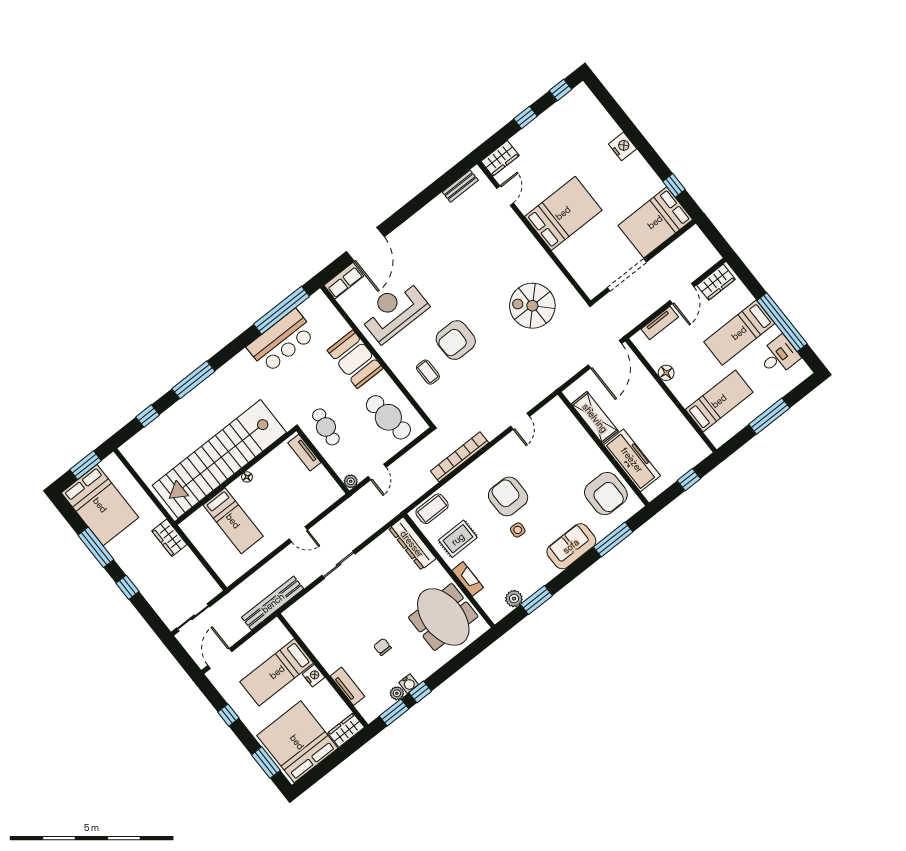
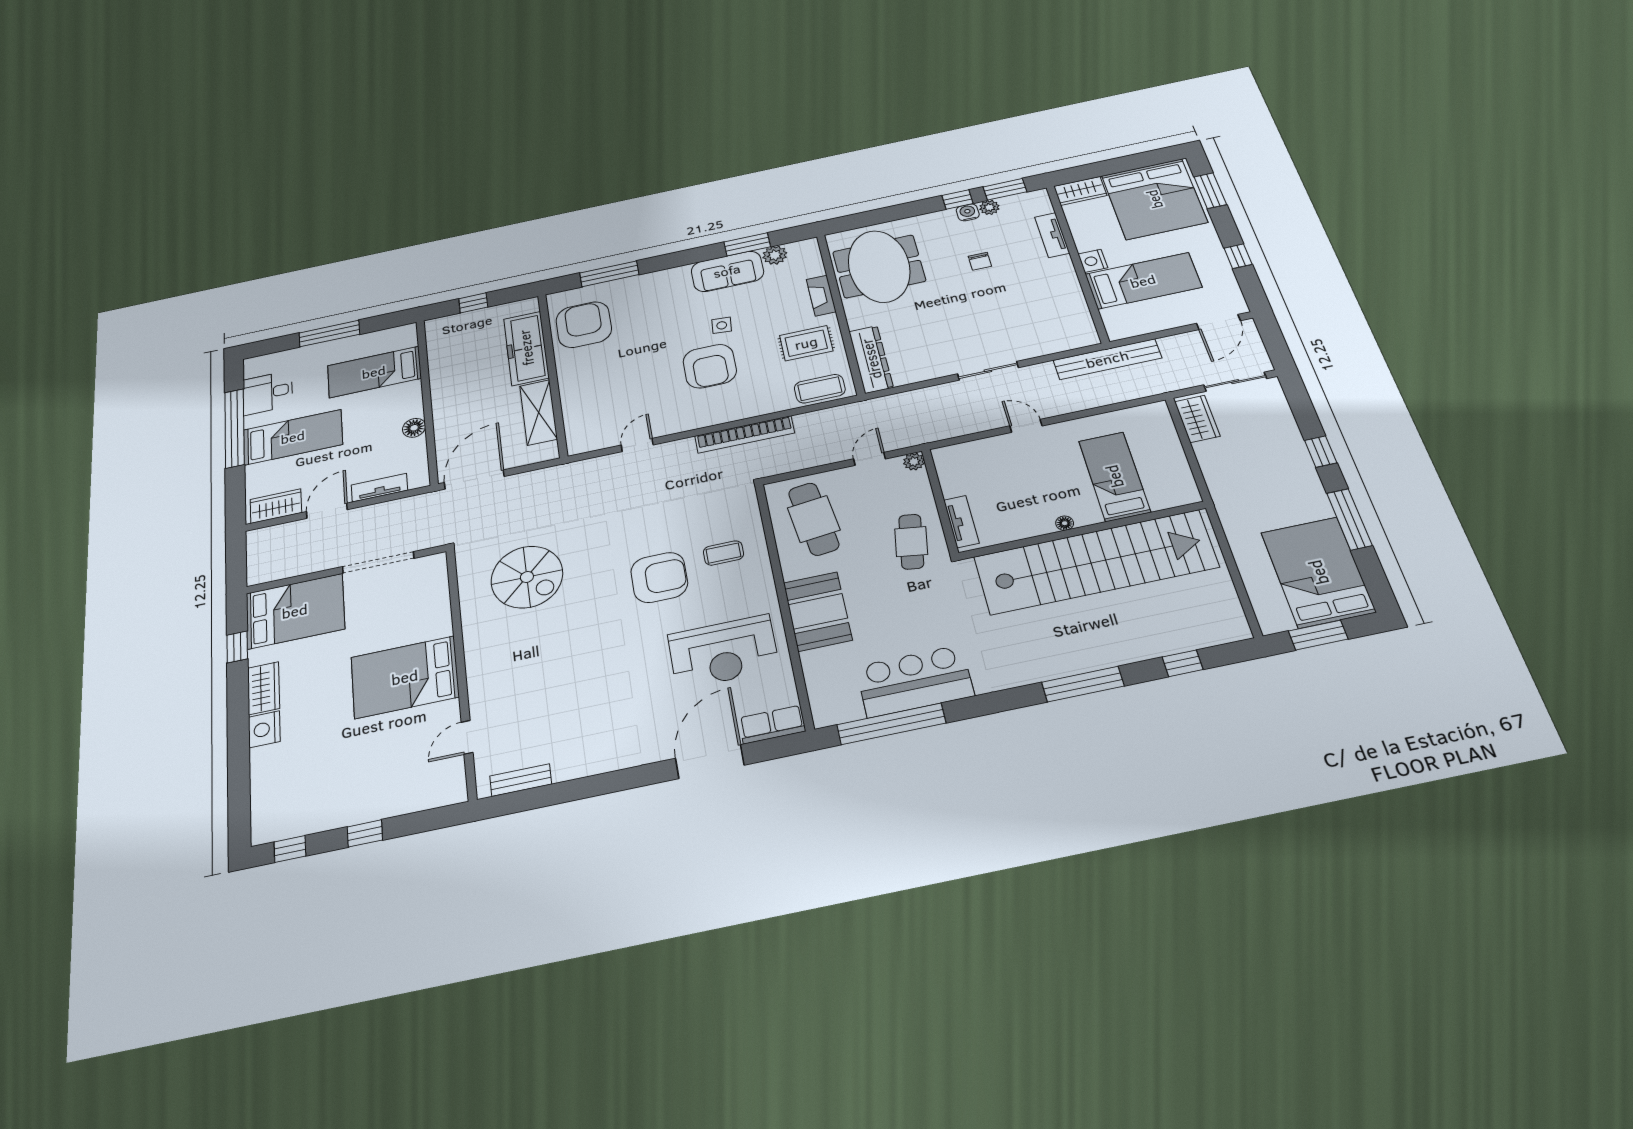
wardrobe: (500, 158) -> (264, 688), moved, turned 90
coffee table: (428, 372) -> (723, 553), turned 90
wardrobe: (169, 538) -> (1197, 419), moved
sofa: (571, 546) -> (727, 271), moved

